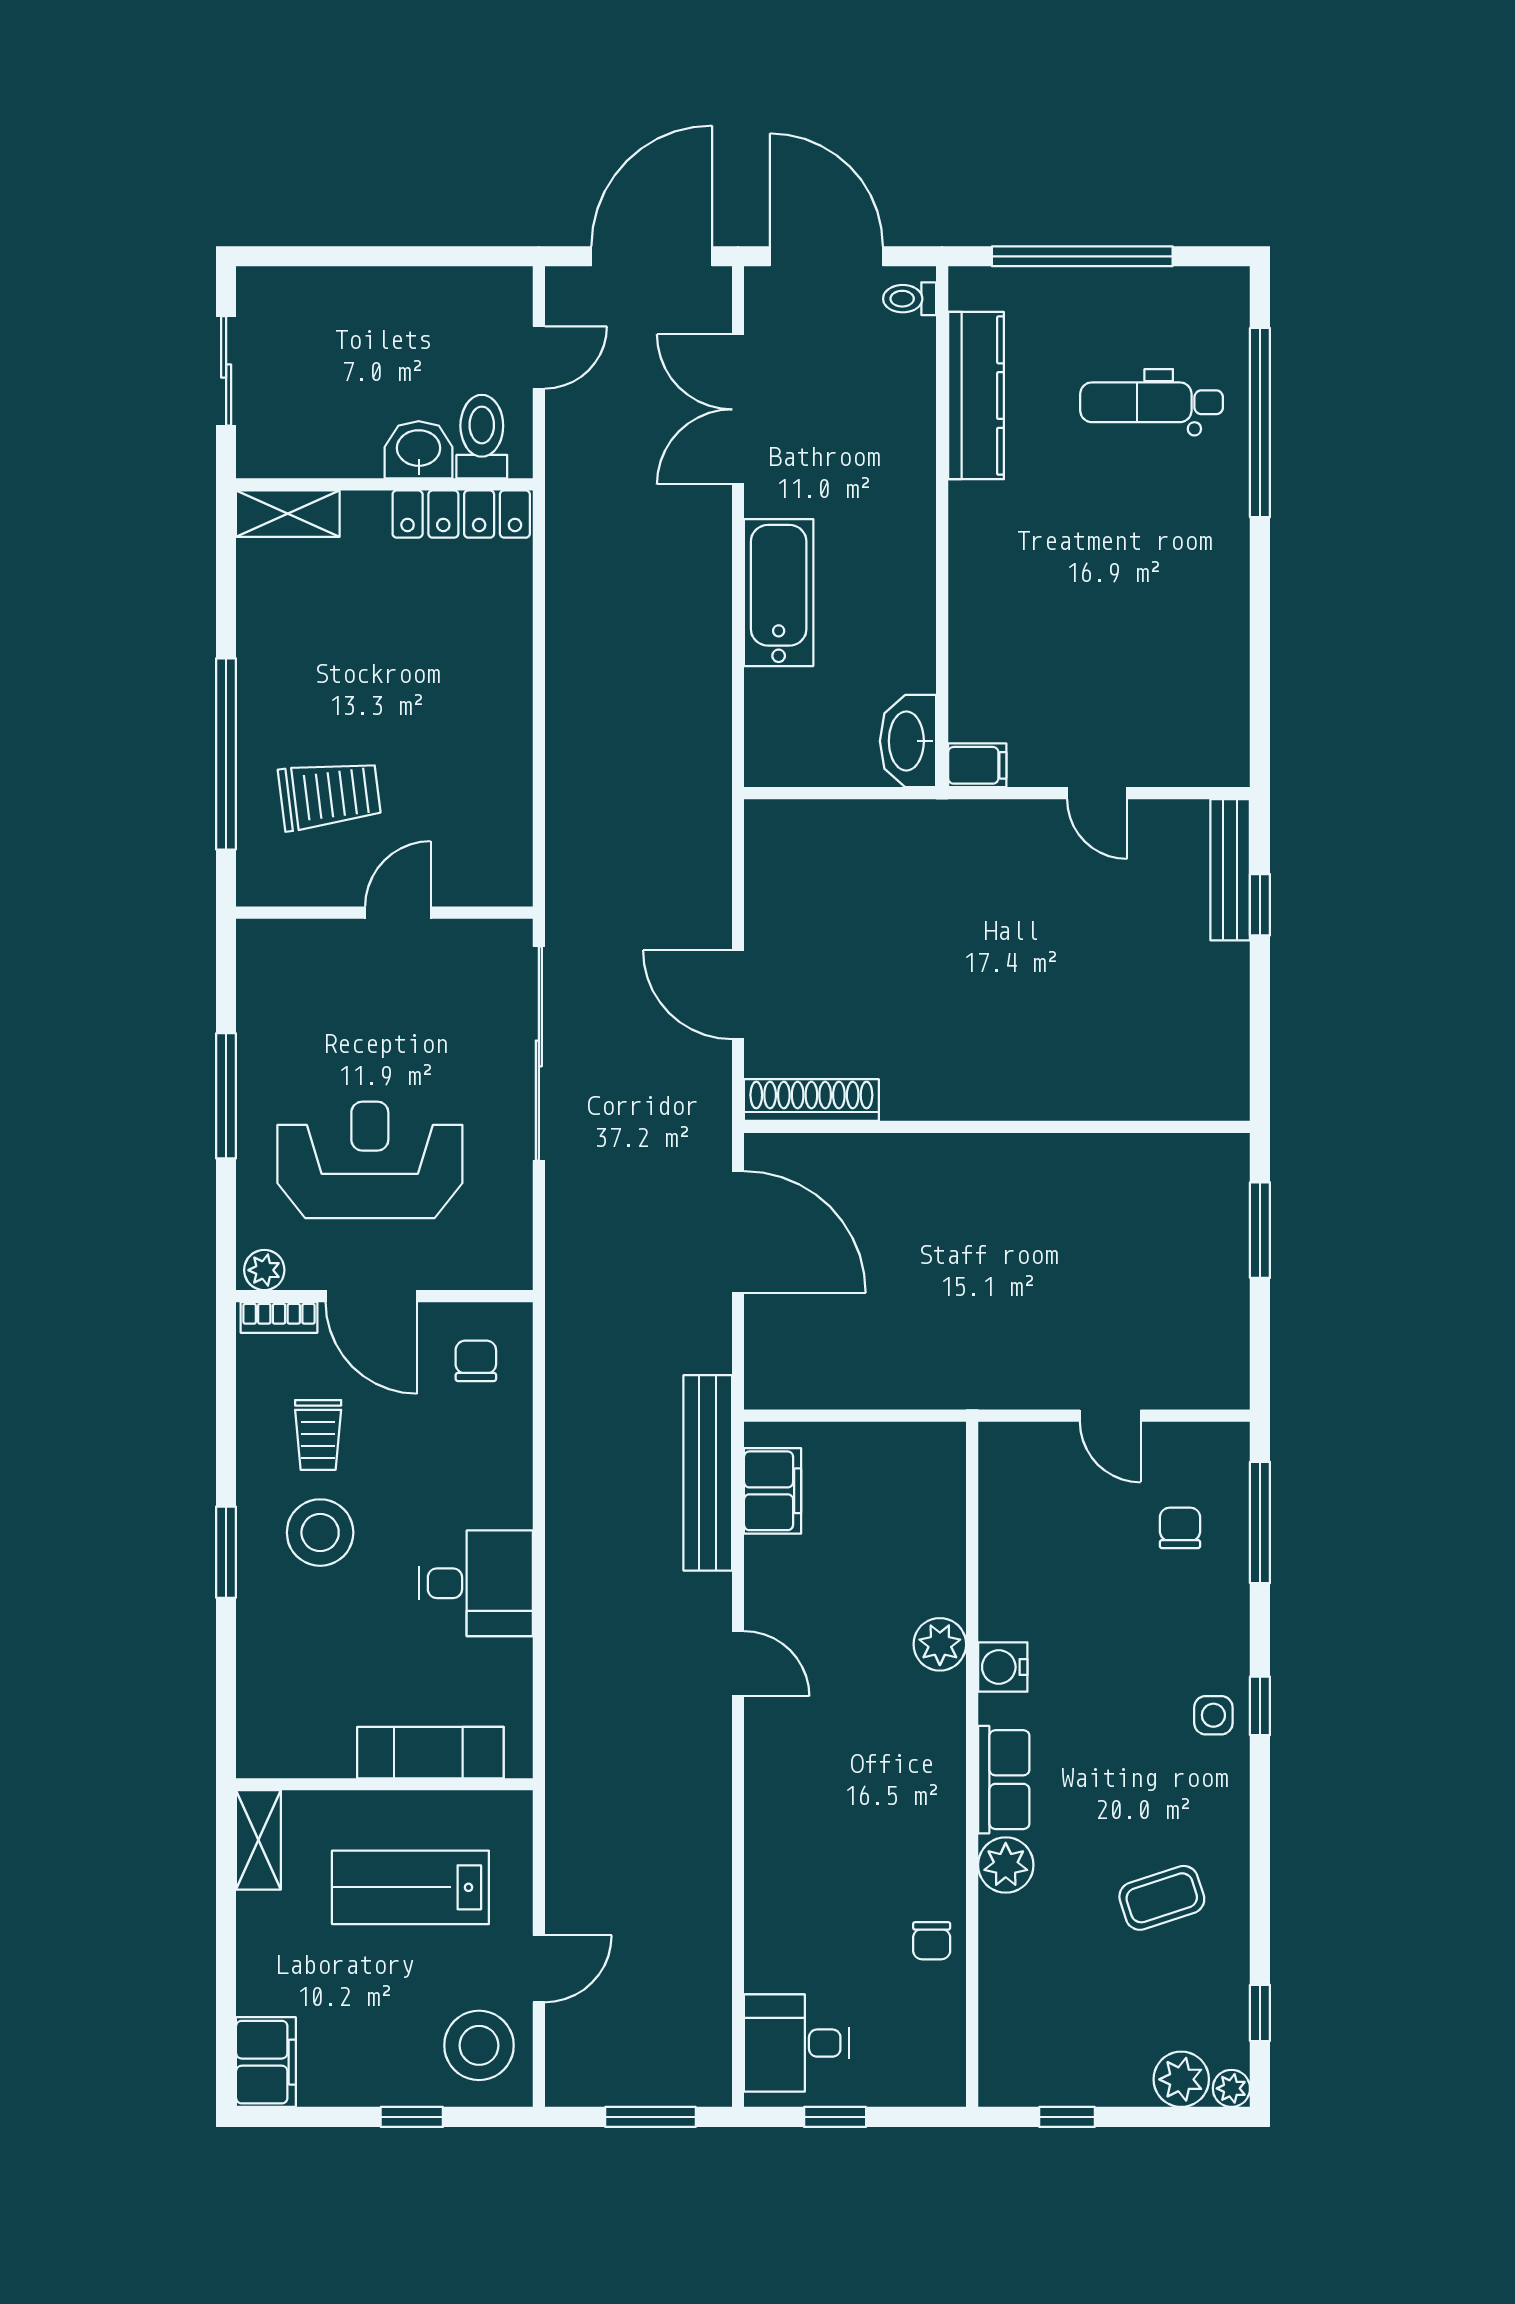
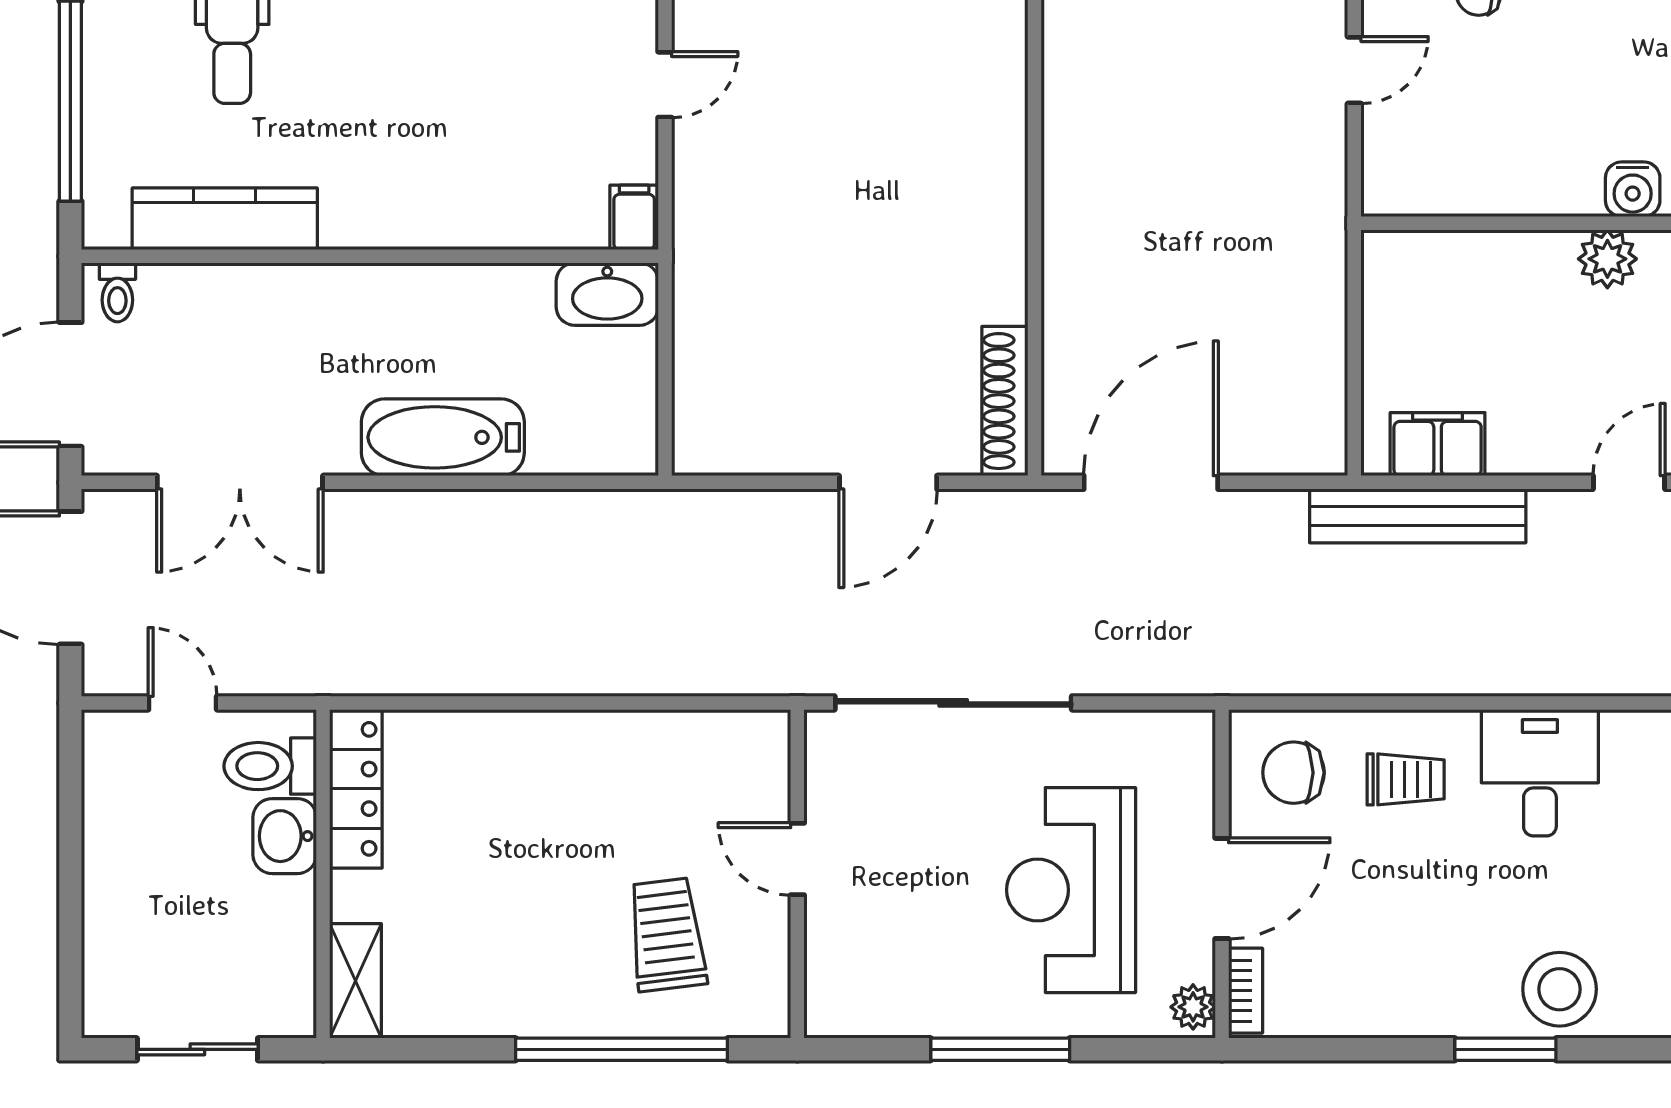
chair: (476, 1361) -> (1294, 773), width x1.37, depth x1.37
trolley: (318, 1435) -> (1406, 779), moved
stool: (320, 1533) -> (1560, 989), moved

